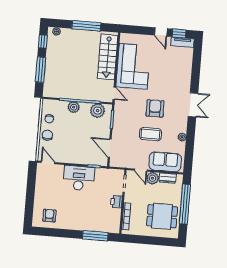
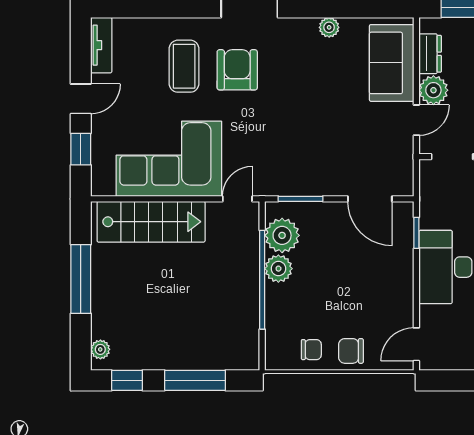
window: (179, 33) -> (81, 149), moved
plant: (74, 107) -> (278, 269), moved
armchair: (155, 108) -> (237, 70), moved, turned 90
coffee table: (150, 134) -> (184, 66), moved
door: (110, 148) -> (370, 199), hinge flipped

